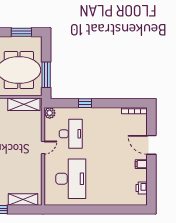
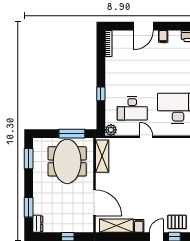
desk: (71, 134) -> (132, 108), turned 180

